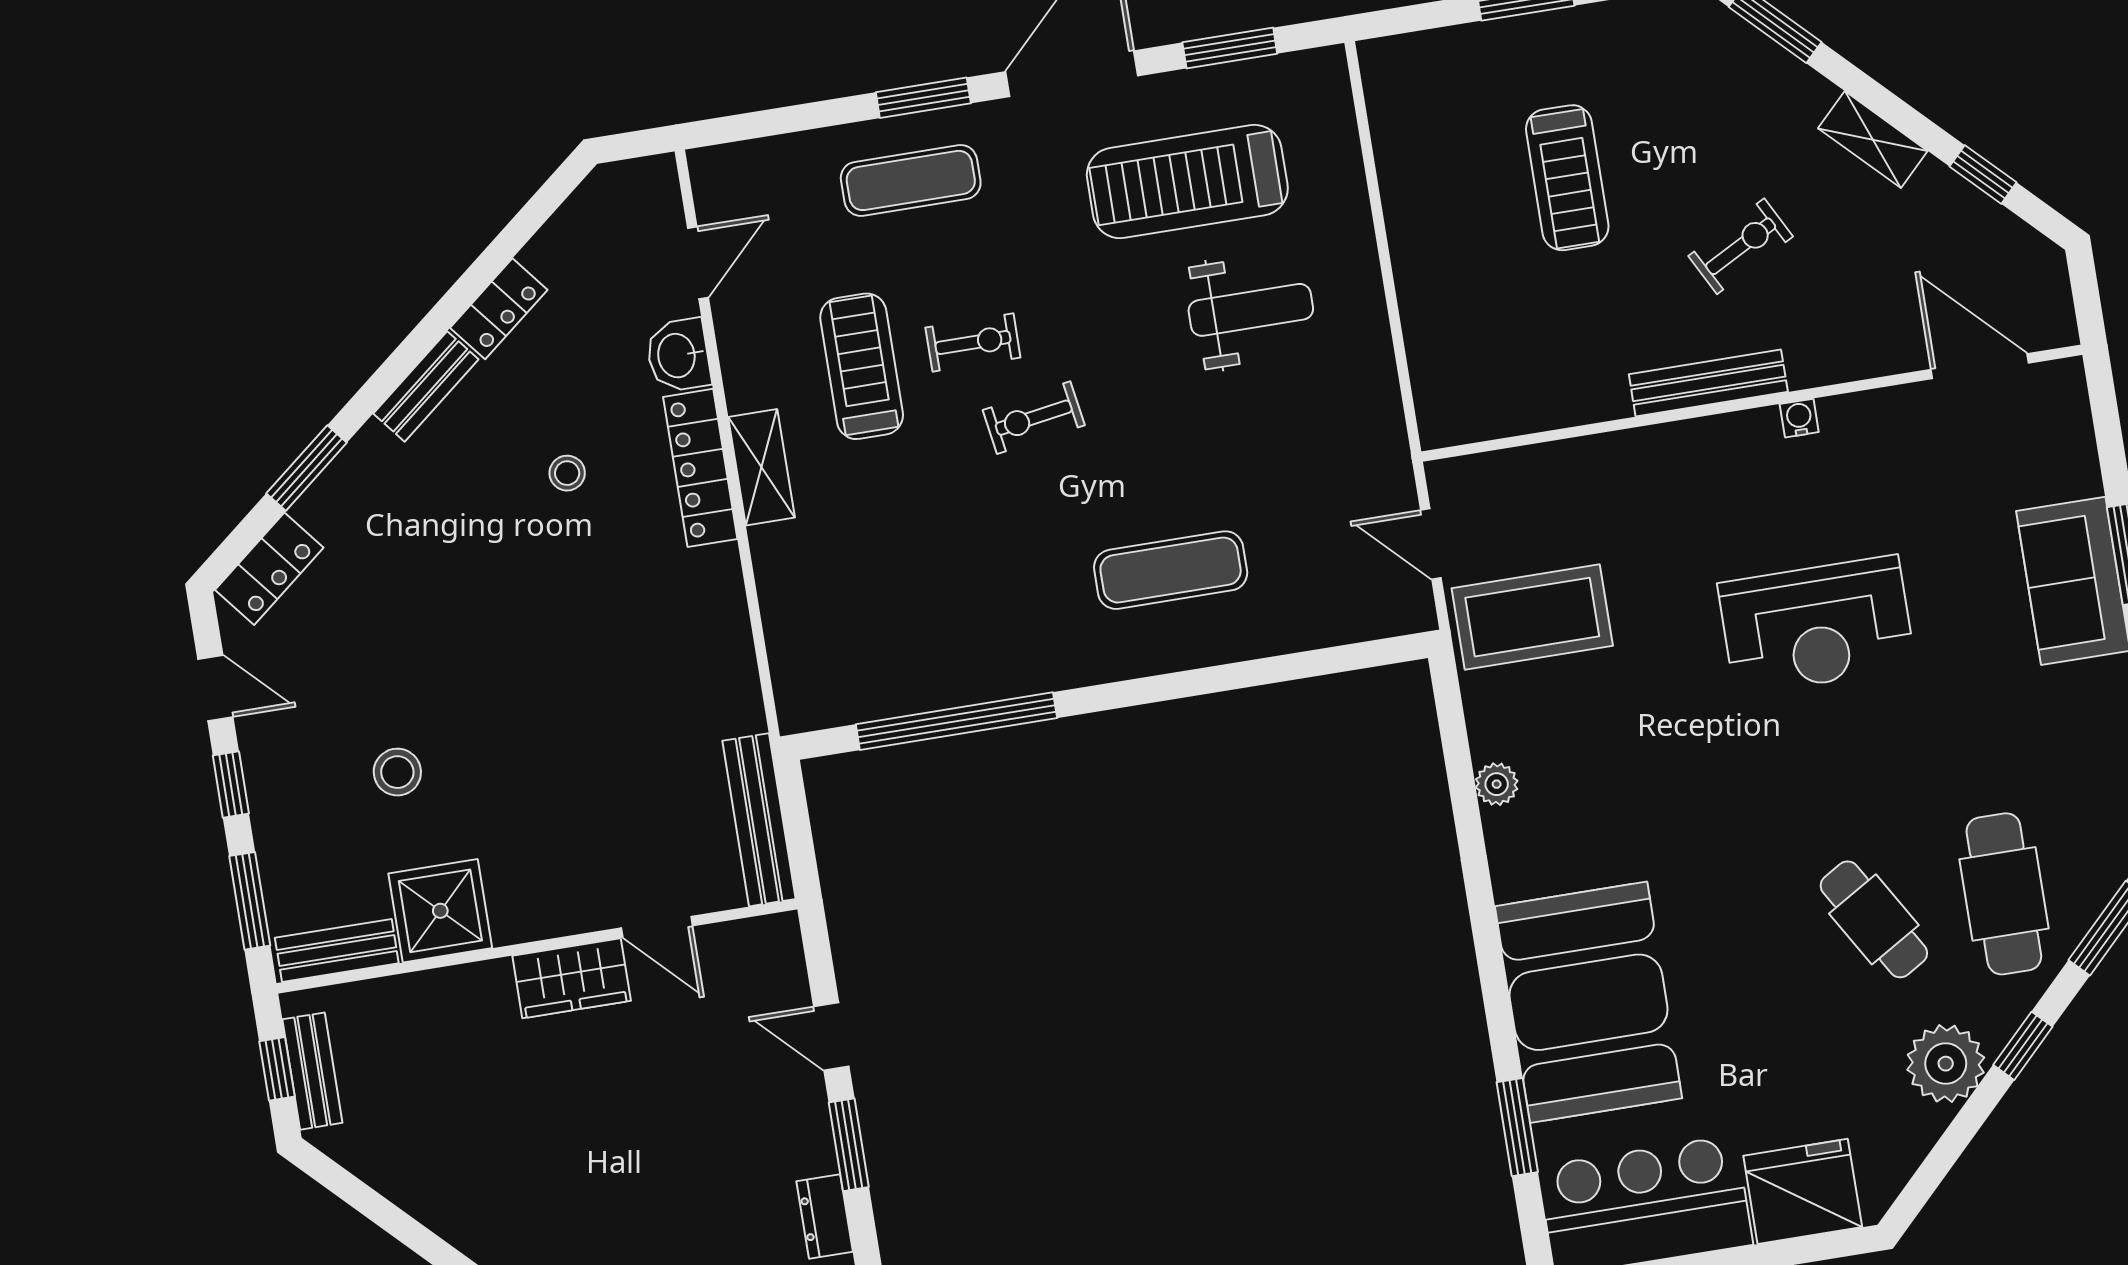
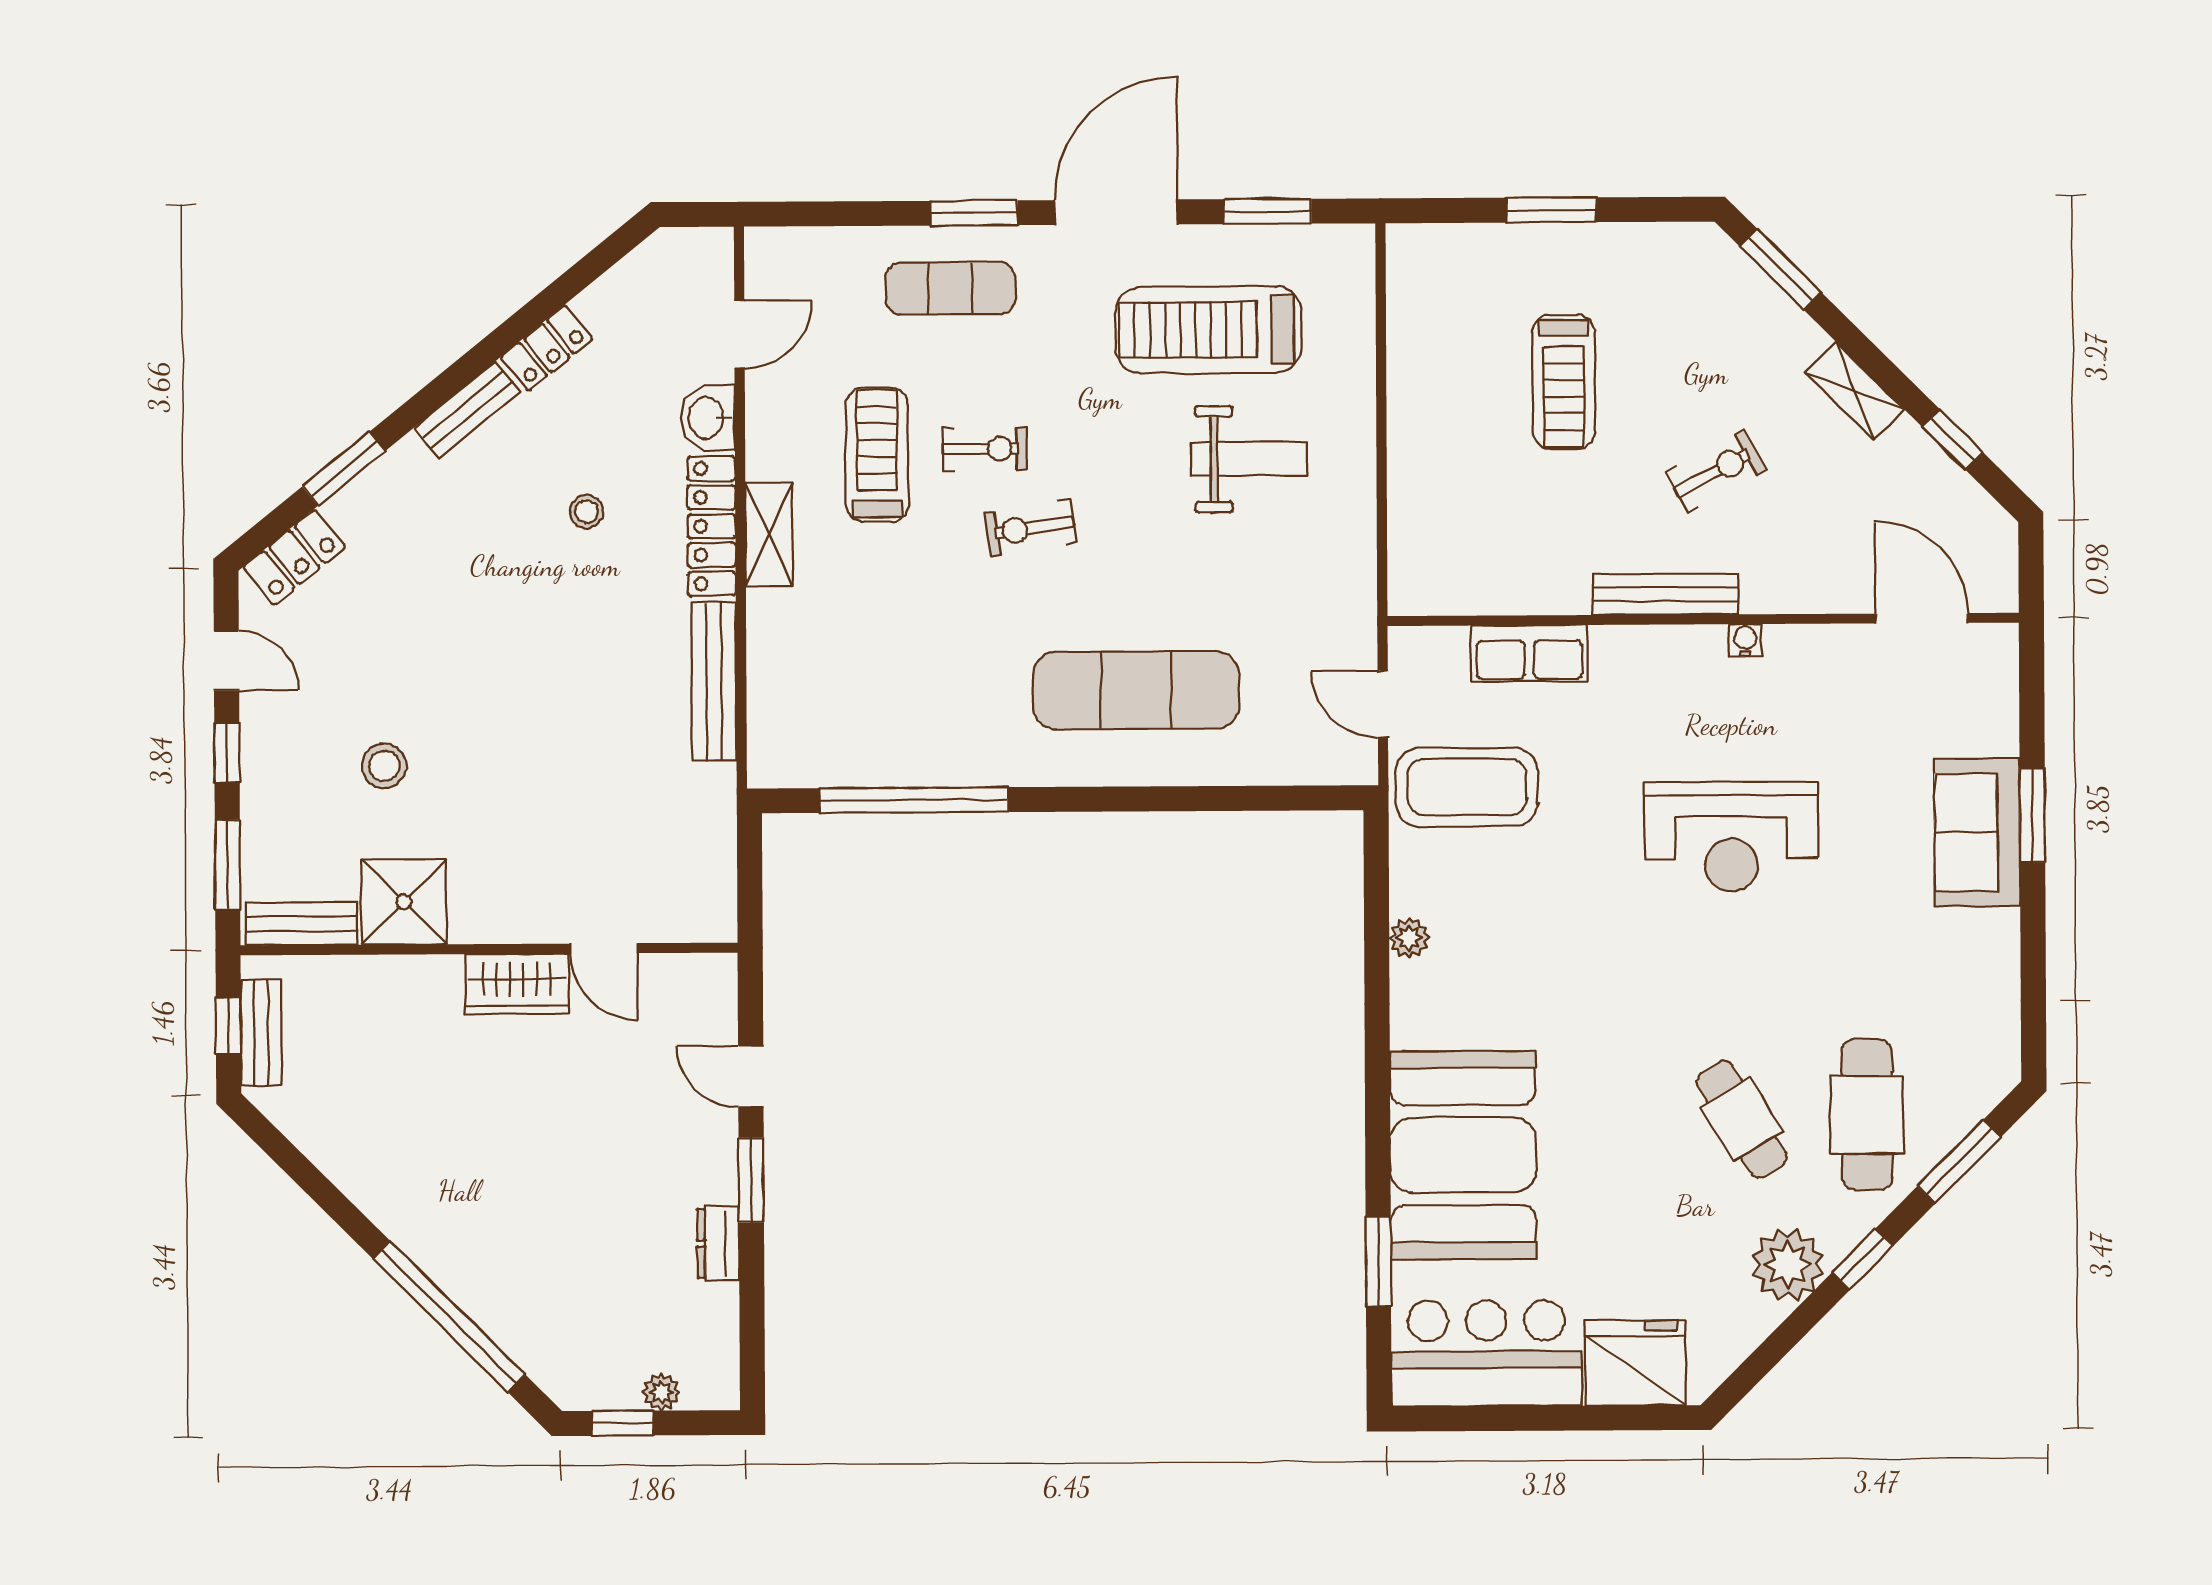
row of seats: (1576, 467) -> (1529, 653), added
exercise mat: (1171, 570) -> (1136, 690), width x1.36, depth x1.45
bench: (759, 820) -> (714, 682), moved

